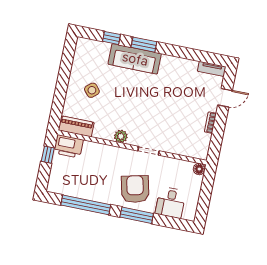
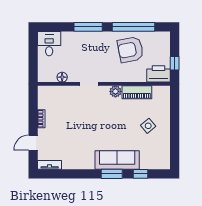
piano: (76, 126) -> (137, 92), moved
floor lamp: (199, 169) -> (62, 77), moved
armchair: (135, 189) -> (130, 50), moved, turned 92
desk: (171, 202) -> (49, 44), moved

